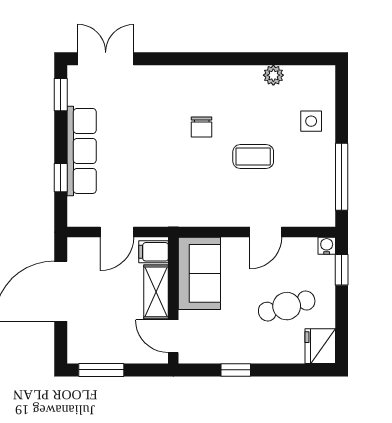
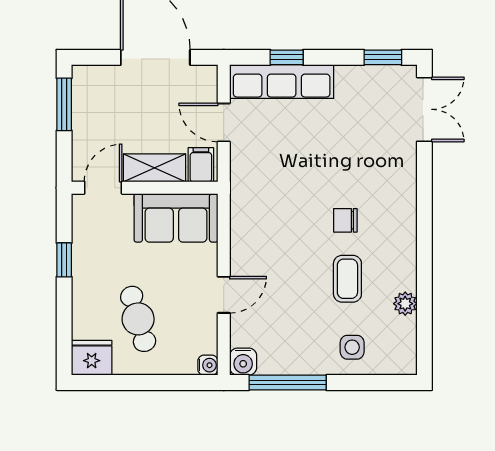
row of seats: (82, 151) -> (282, 82), moved
coffee table: (253, 156) -> (347, 279), moved
water cooler: (324, 215) -> (243, 362), added
door: (266, 232) -> (224, 295), swing flipped
window: (342, 270) -> (180, 382), removed

